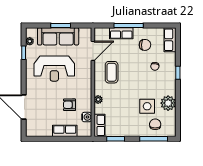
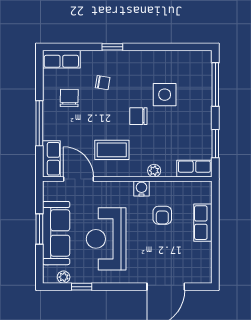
row of seats: (121, 33) -> (51, 159), moved
reception desk: (54, 69) -> (106, 239), turned 180
plant: (168, 103) -> (160, 62), removed
water cooler: (87, 117) -> (142, 189), moved
chair: (155, 124) -> (138, 116), moved

